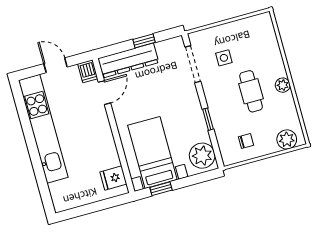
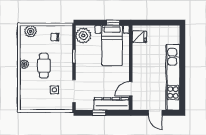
dishwasher: (88, 71) -> (137, 104), removed

